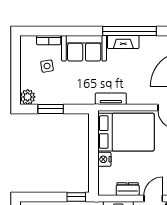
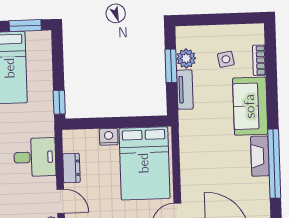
plant: (28, 97) -> (186, 58), moved
tv unit: (111, 99) -> (185, 90), moved

